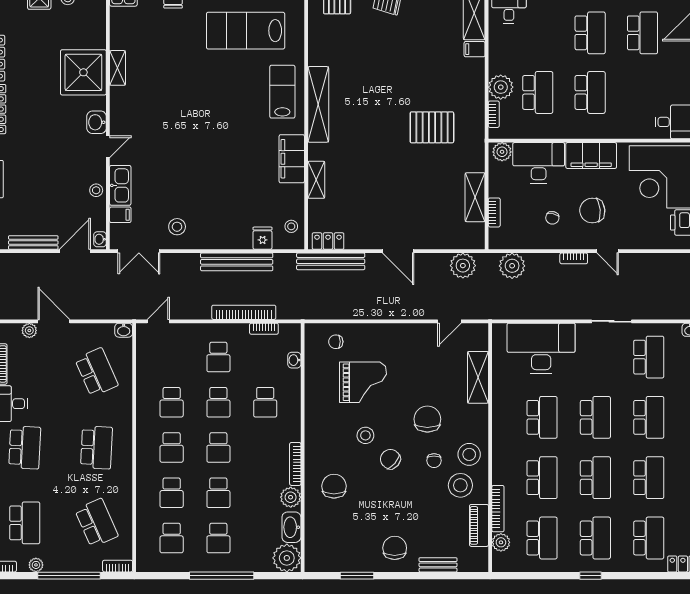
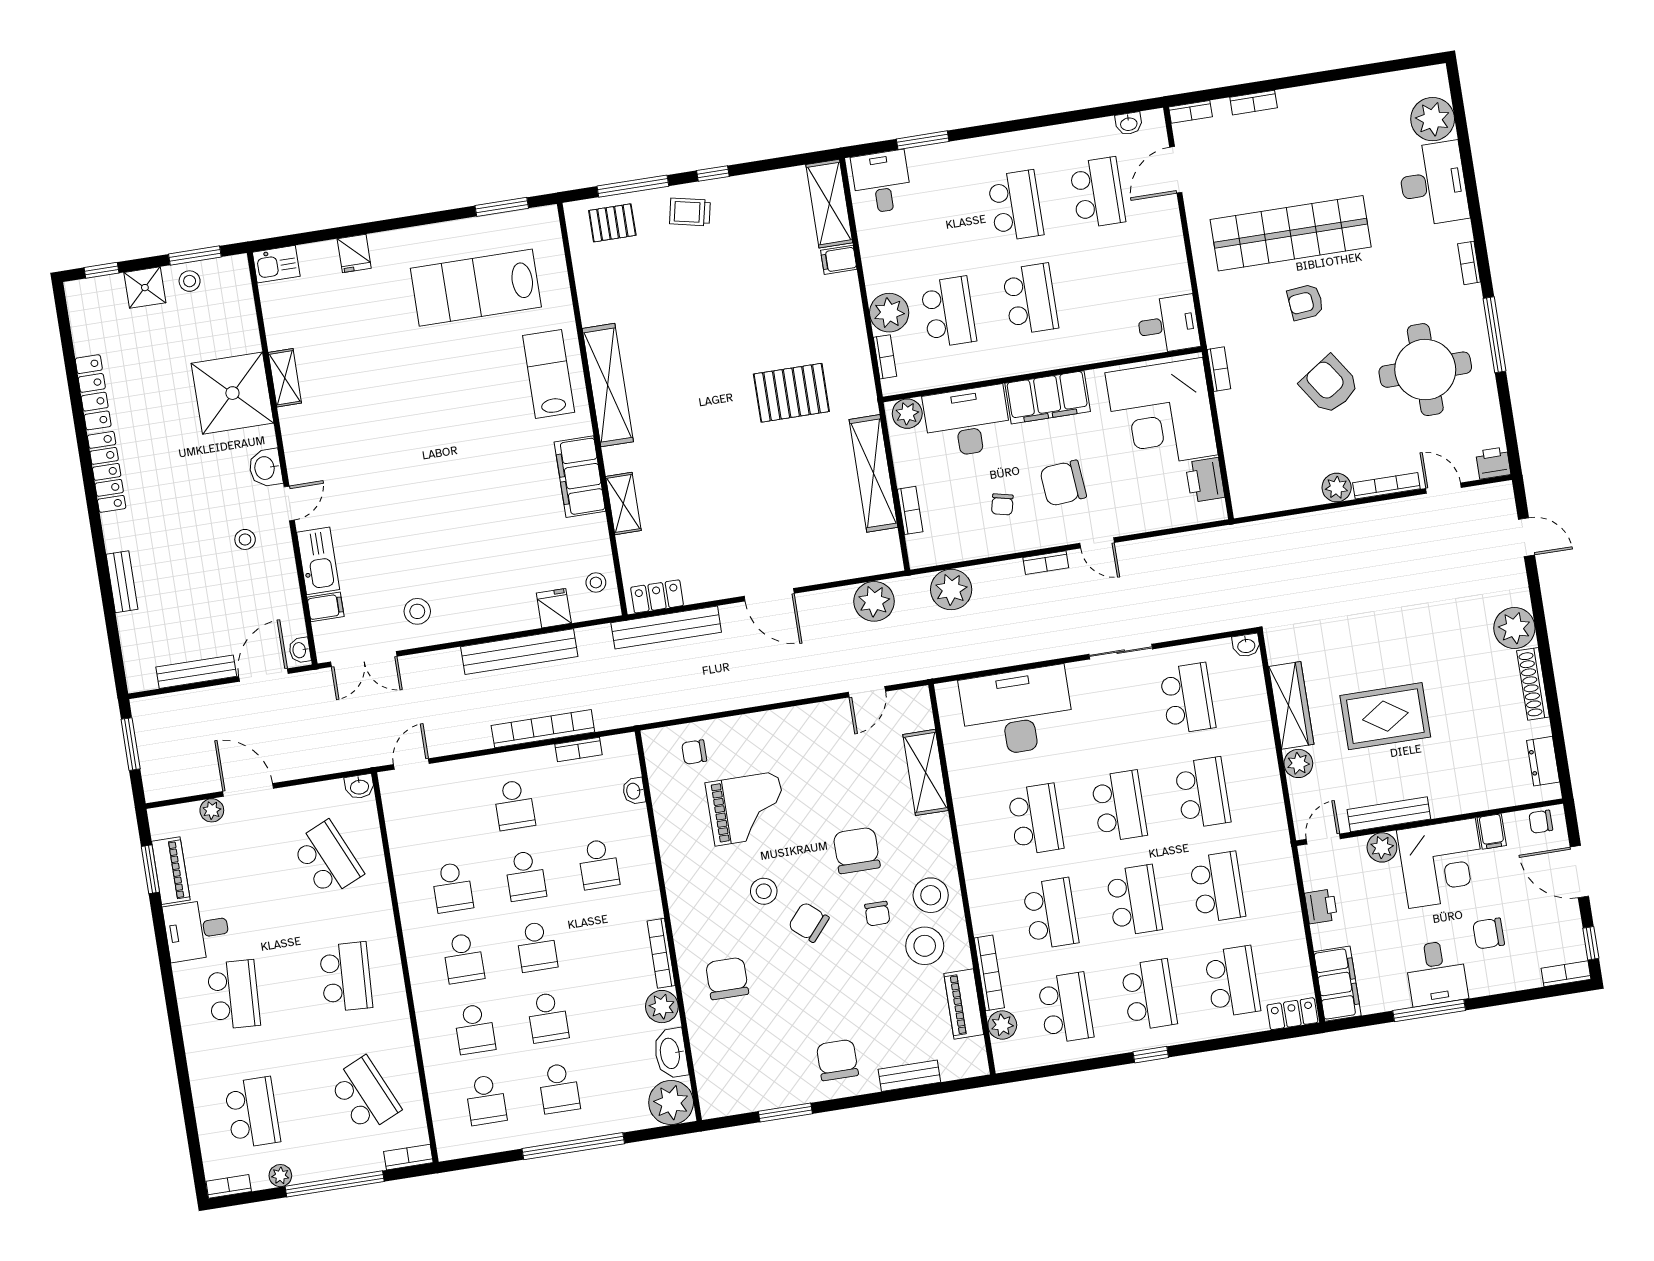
stool: (96, 190) -> (245, 539), moved
shelving: (475, 197) -> (873, 473), width x1.47

